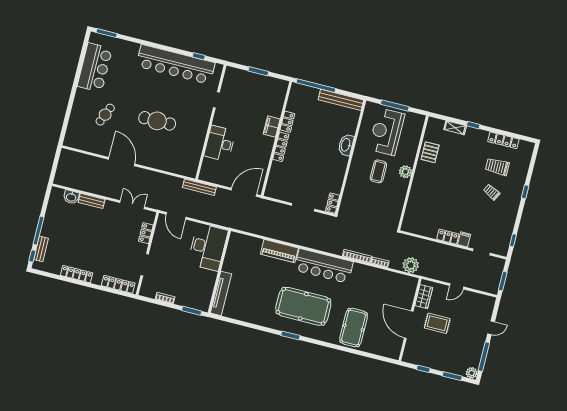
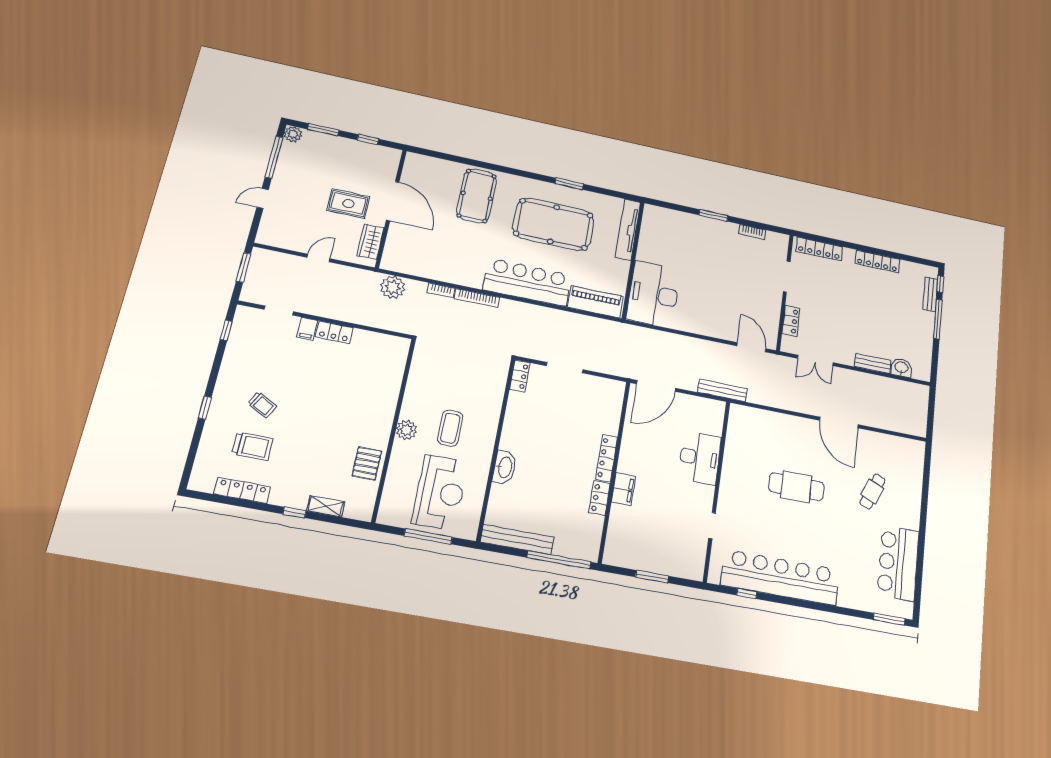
desk: (208, 247) -> (653, 294), moved
wall: (219, 272) -> (633, 260), moved
tv unit: (221, 293) -> (628, 230), moved

